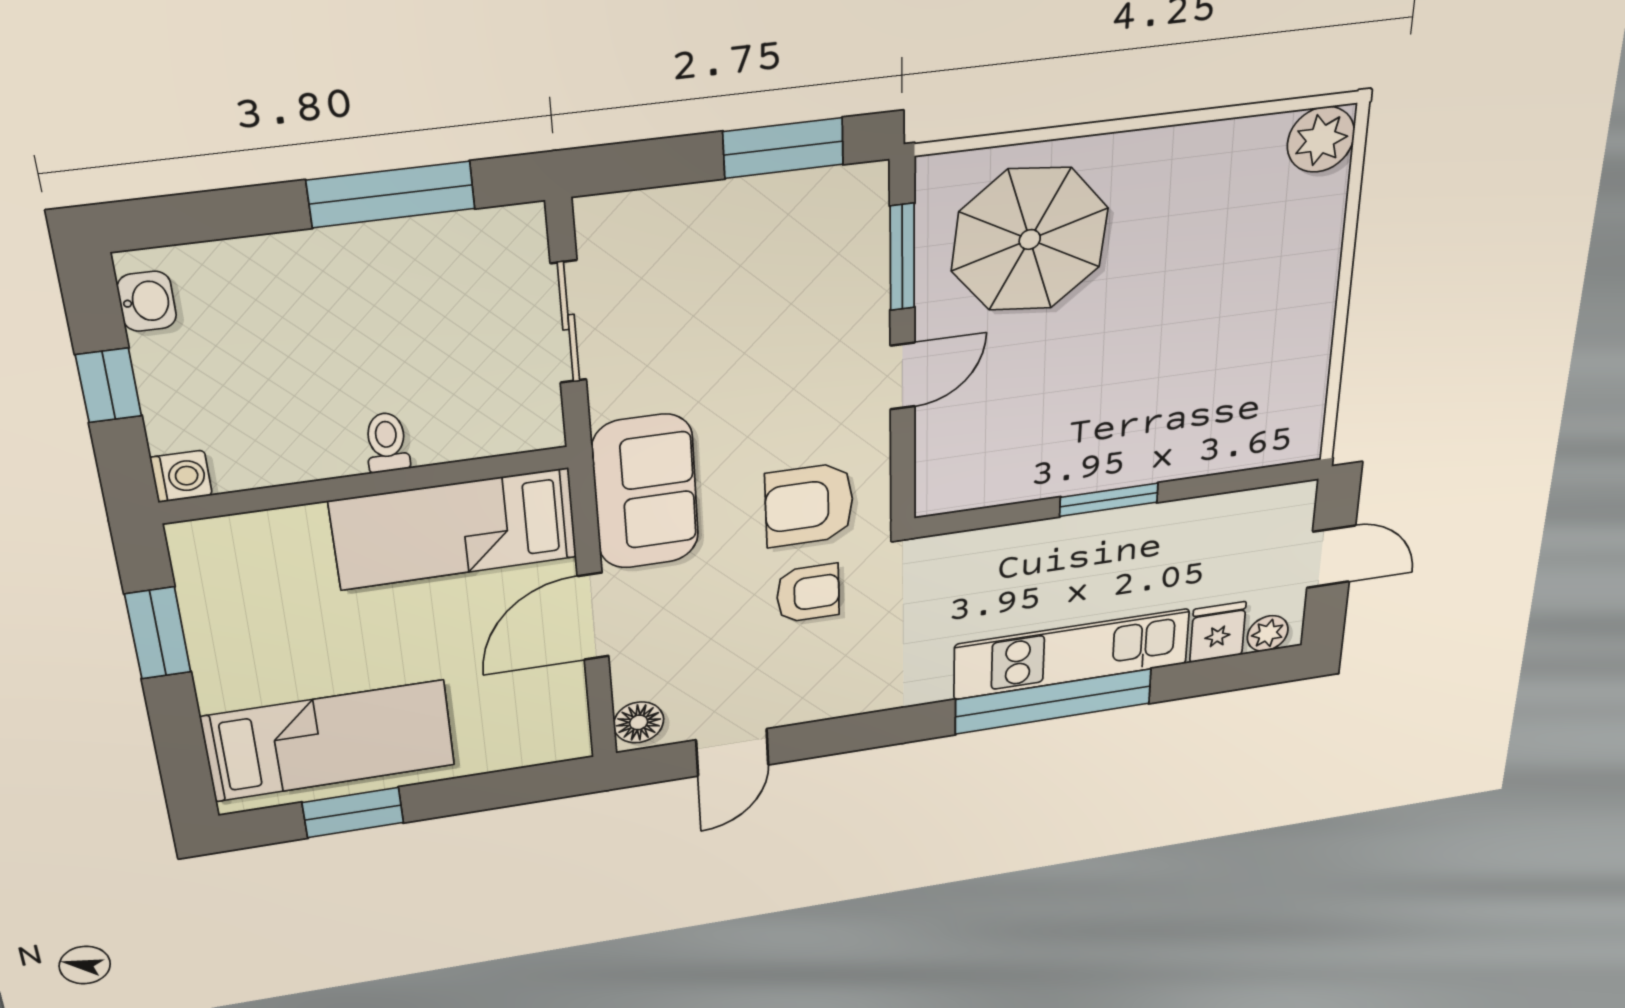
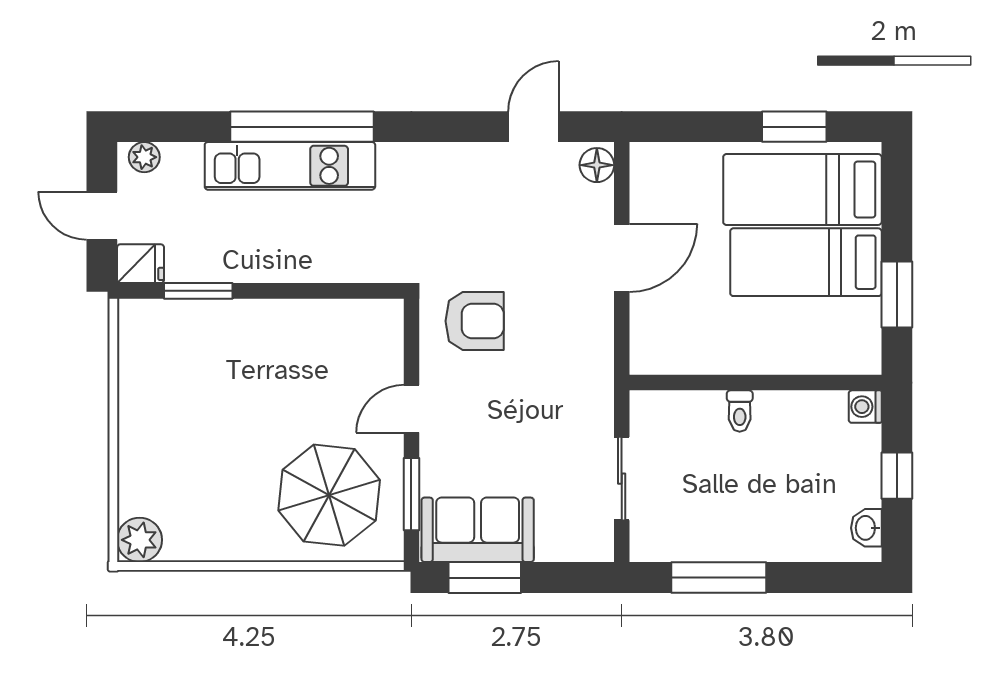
sofa: (645, 492) -> (478, 530), moved, turned 90
window: (1109, 500) -> (198, 291), moved
bed: (454, 529) -> (806, 262), moved, turned 180
armchair: (808, 593) -> (477, 251), removed
fridge: (1218, 632) -> (141, 264), moved, turned -90

